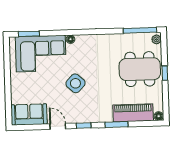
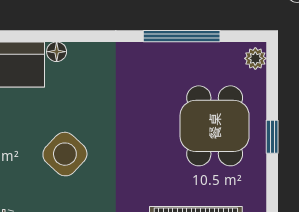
window: (140, 30) -> (182, 36), moved
dining table: (140, 69) -> (215, 126), width x0.73

